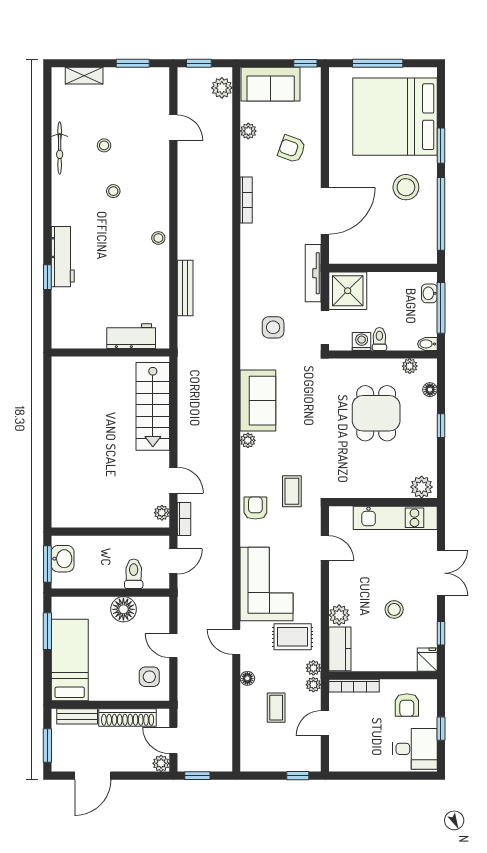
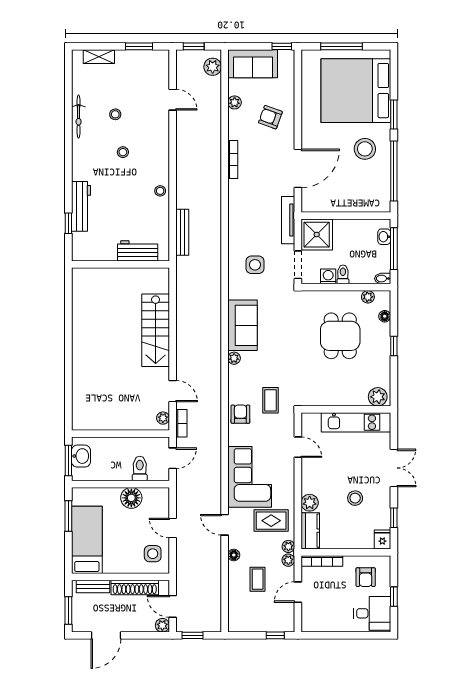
workbench: (131, 336) -> (138, 251), moved
wall: (110, 353) -> (120, 264), moved

